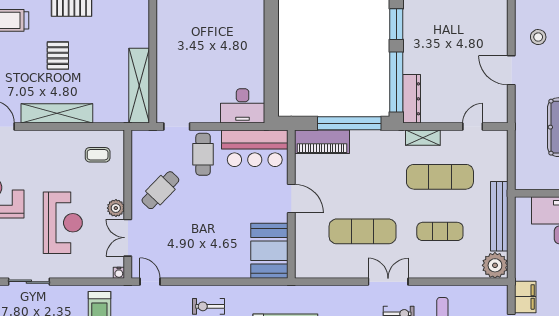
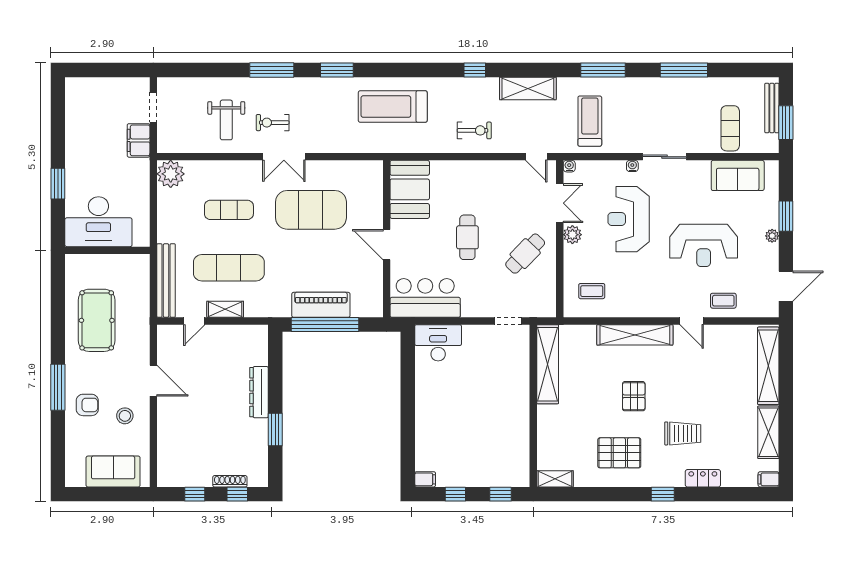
window: (396, 82) -> (275, 368), removed
dresser: (412, 99) -> (259, 392), moved
shelving: (423, 138) -> (225, 309), moved
piano: (322, 142) -> (321, 305), moved
cafe table: (203, 154) -> (467, 237), moved
bench: (499, 216) -> (166, 280), moved
exercise mat: (363, 231) -> (311, 210), width x1.47
water cooler: (59, 273) -> (632, 166), added

